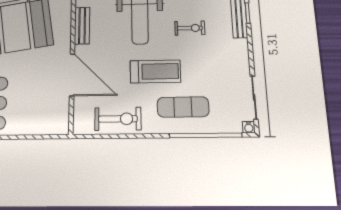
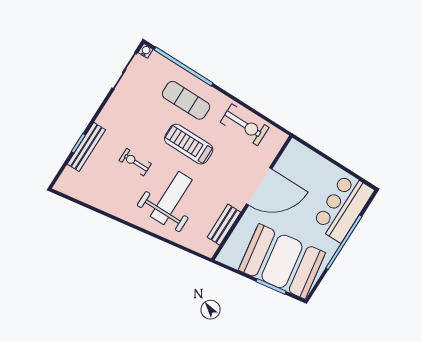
door: (72, 75) -> (259, 186), swing flipped
exercise bike: (118, 119) -> (245, 125), turned 180

